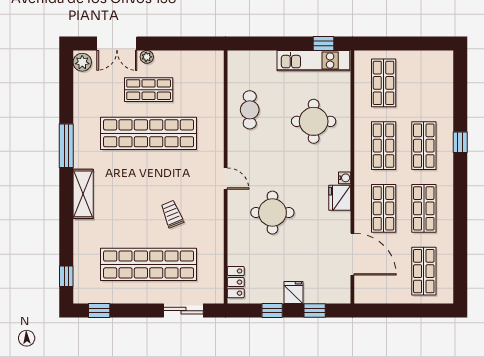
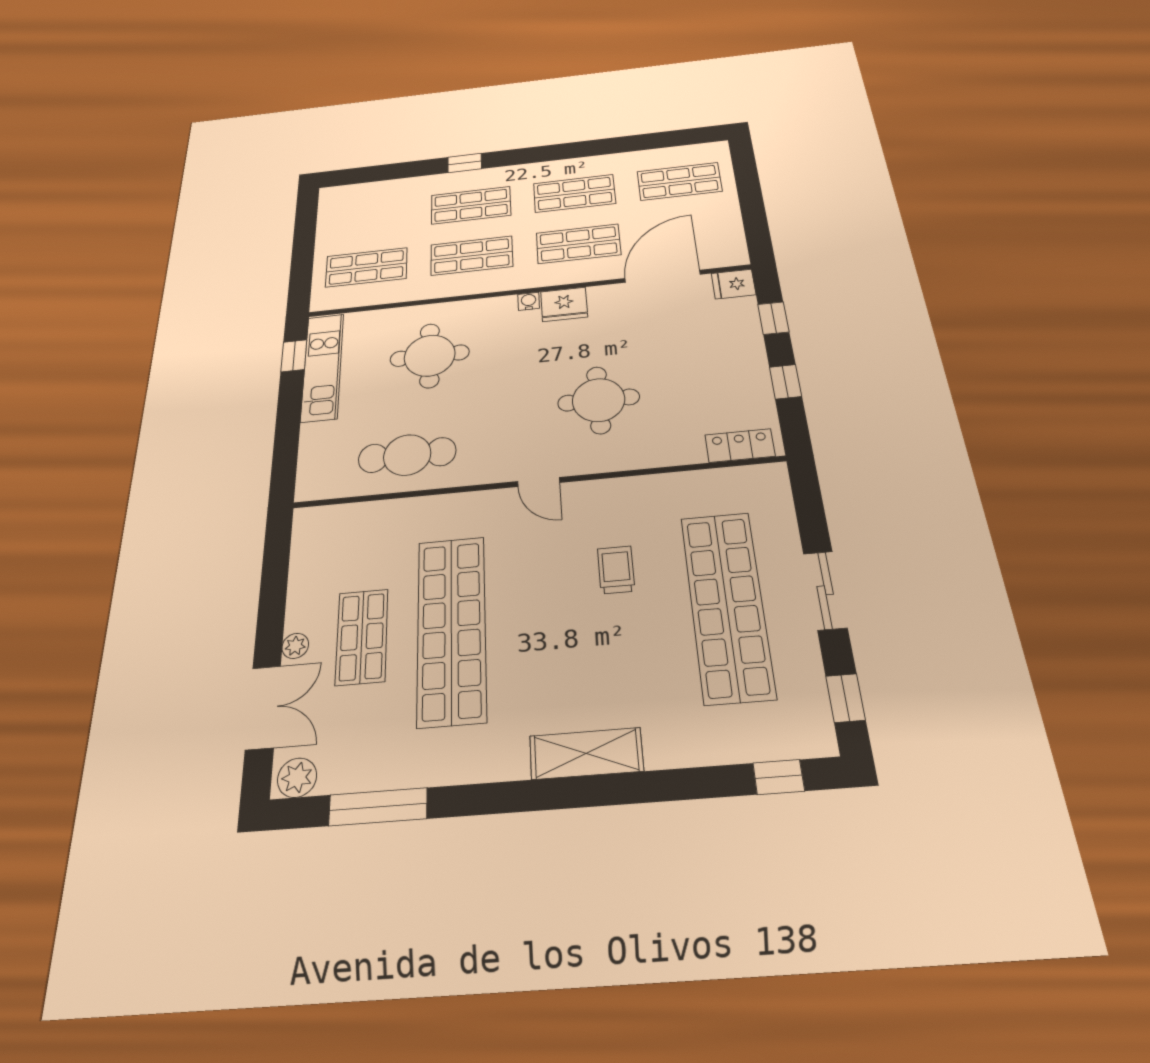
cafe table: (250, 110) -> (407, 455), width x1.37, depth x1.35
window: (66, 146) -> (378, 807), moved
door: (226, 179) -> (539, 482), swing flipped
trolley: (172, 214) -> (616, 570), turned 112
fridge: (294, 293) -> (734, 284), moved
sliding door: (183, 311) -> (825, 590), moved

